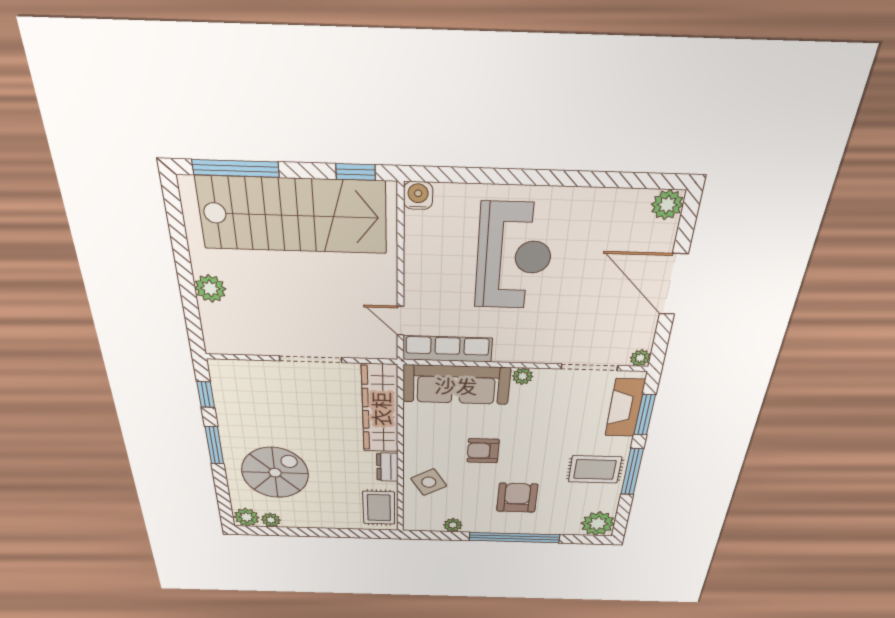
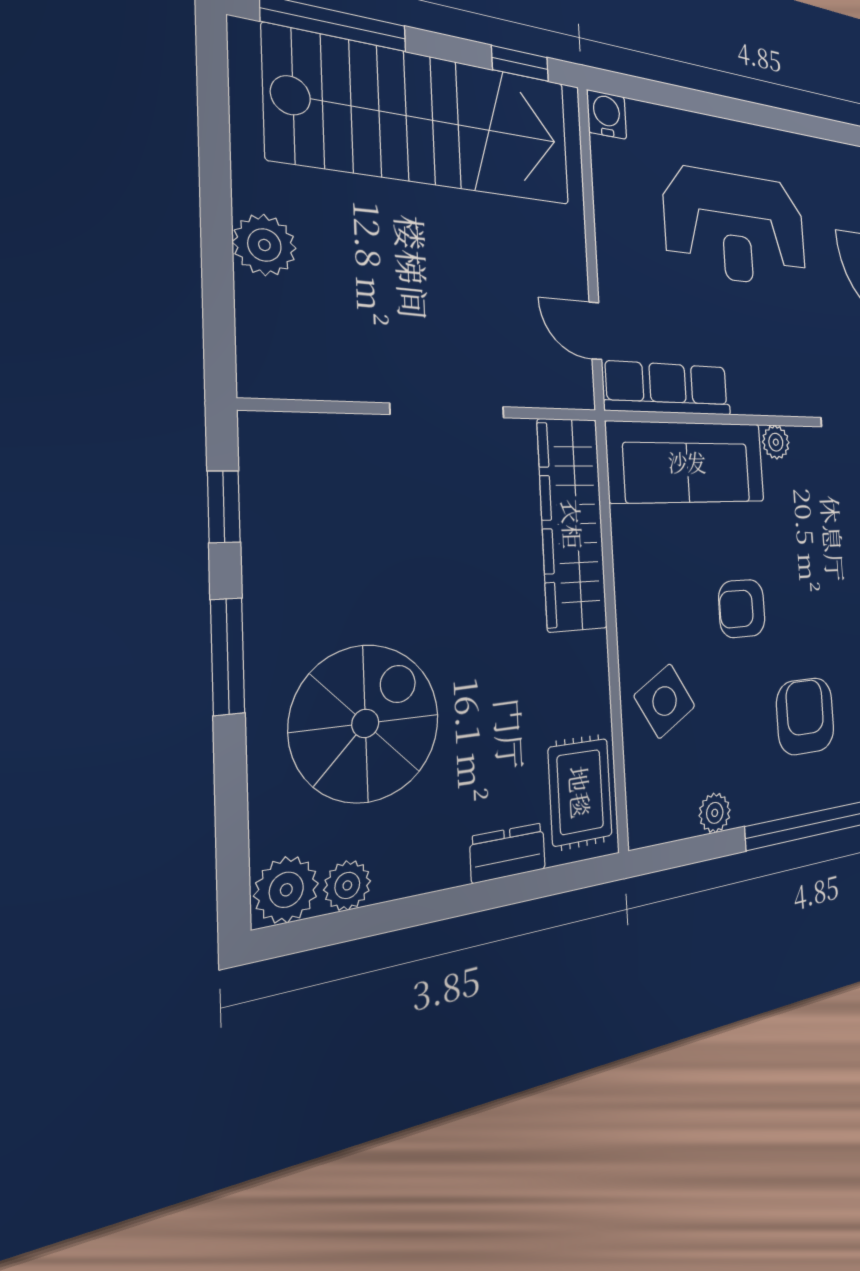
reception desk: (514, 257) -> (736, 227), turned 90
dresser: (387, 467) -> (508, 853), moved, turned 90

